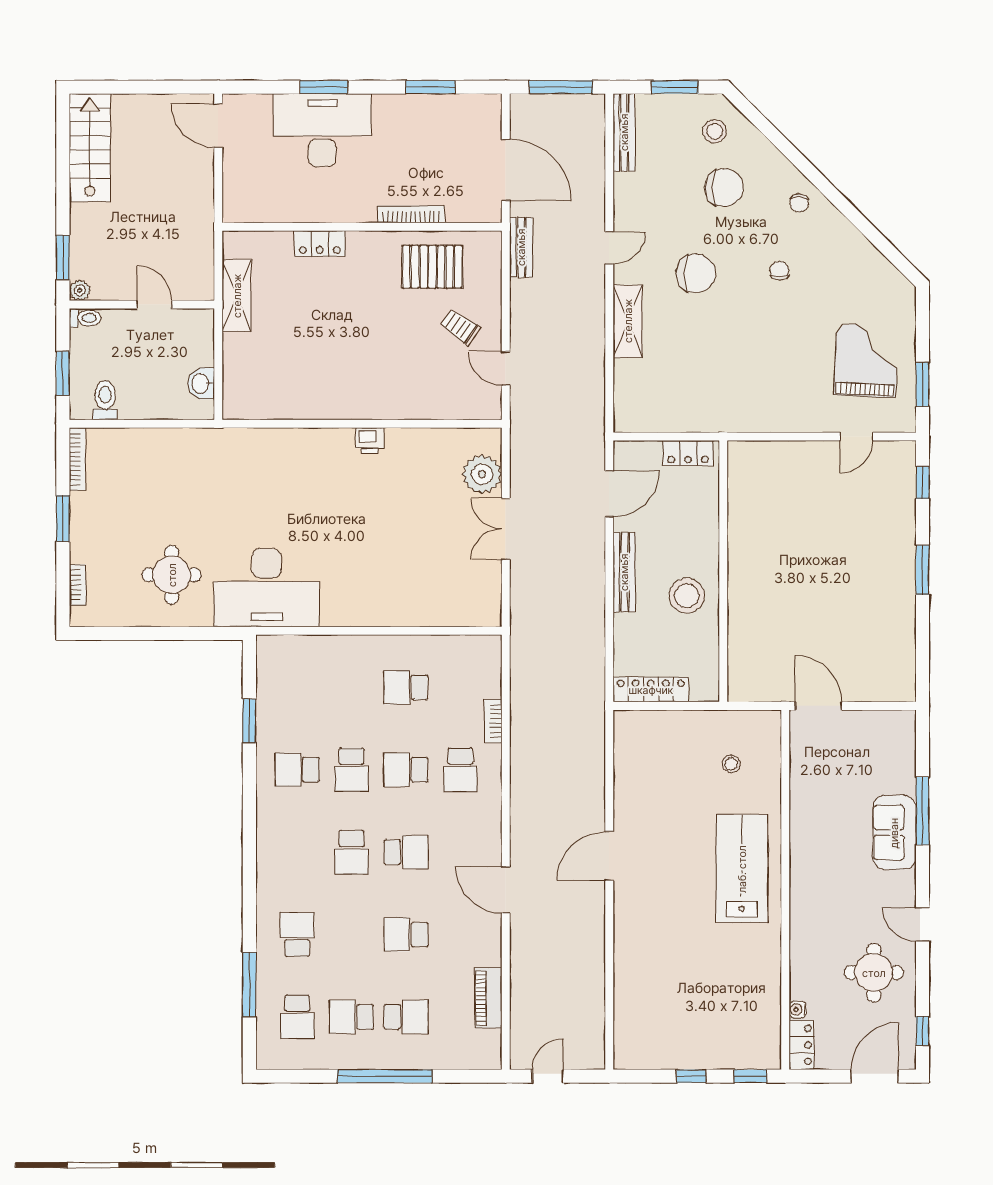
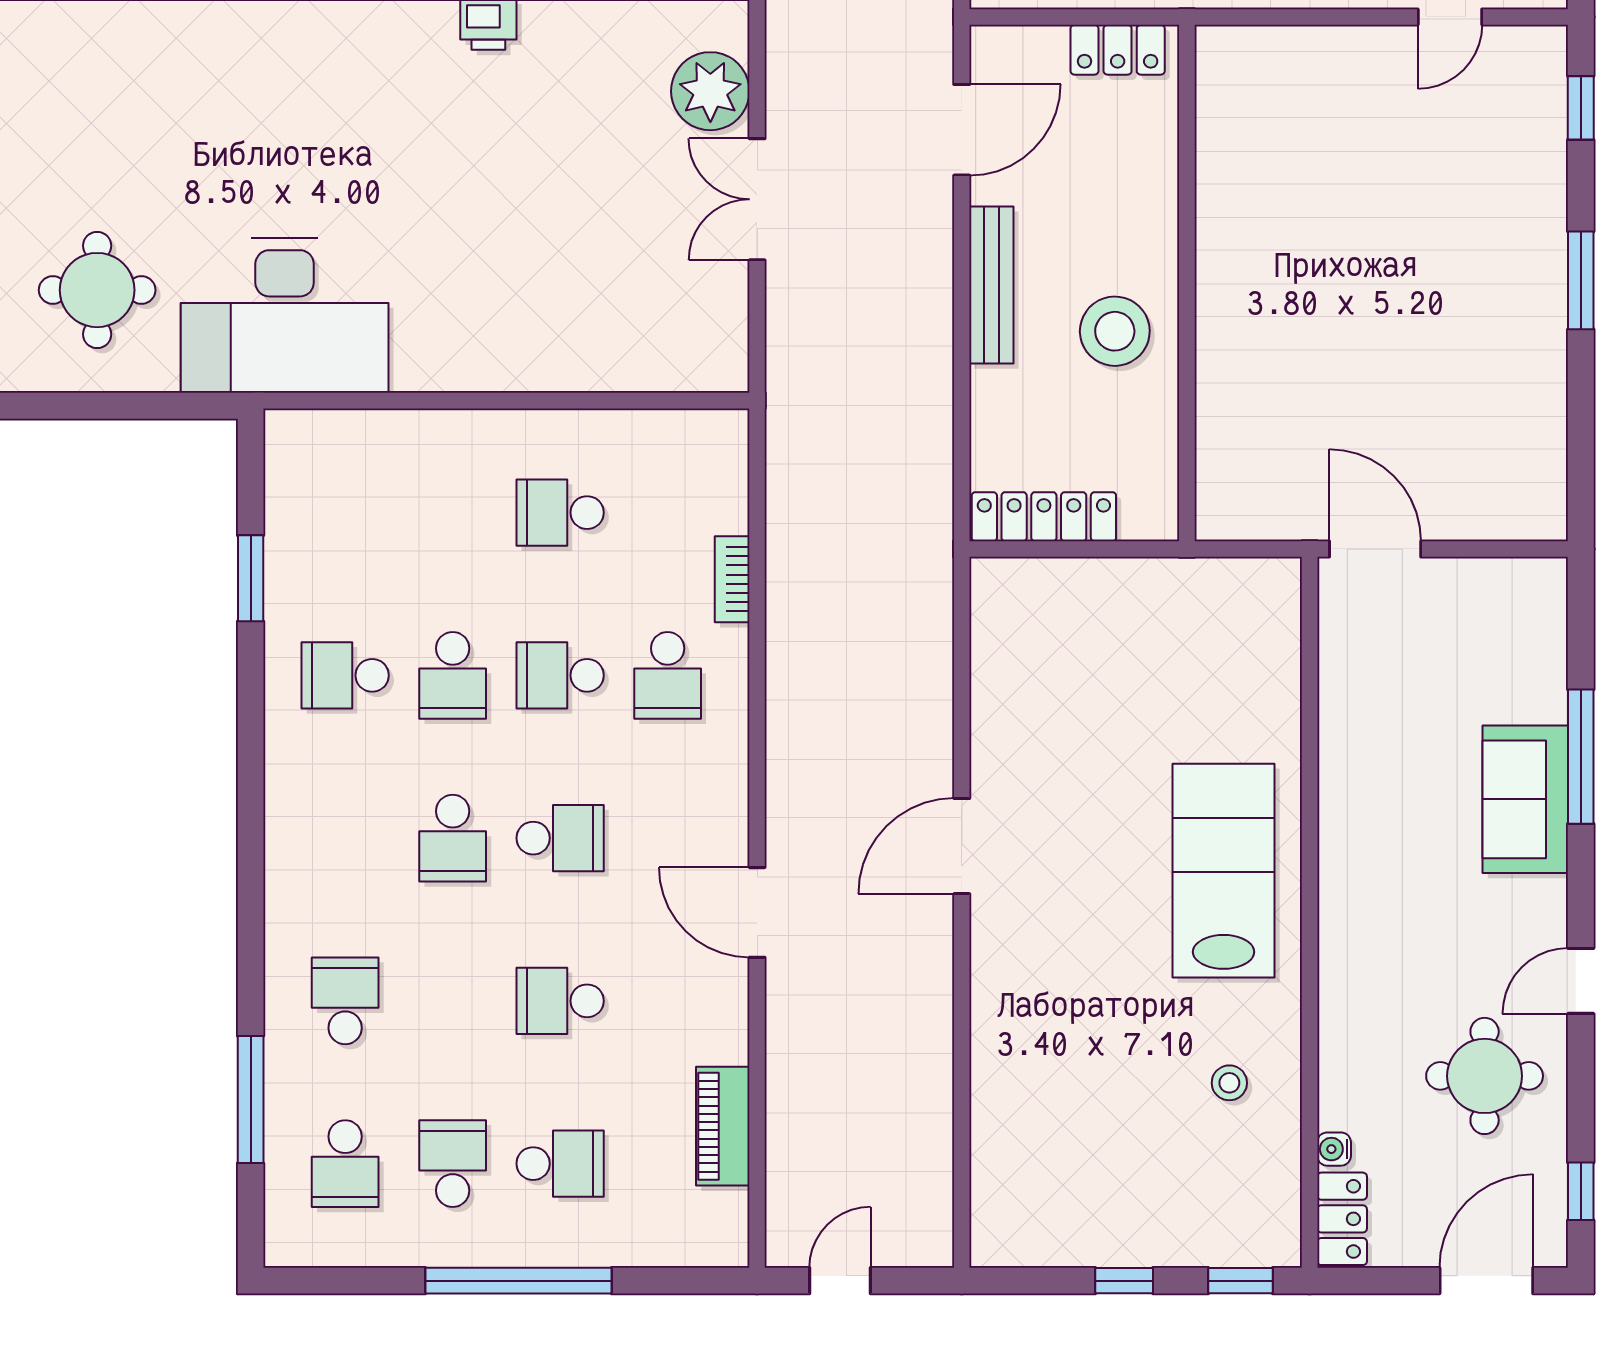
stool: (731, 764) -> (1229, 1083), moved
door: (923, 924) -> (1581, 981), hinge flipped
school desk: (352, 1017) -> (453, 1164), turned 90

